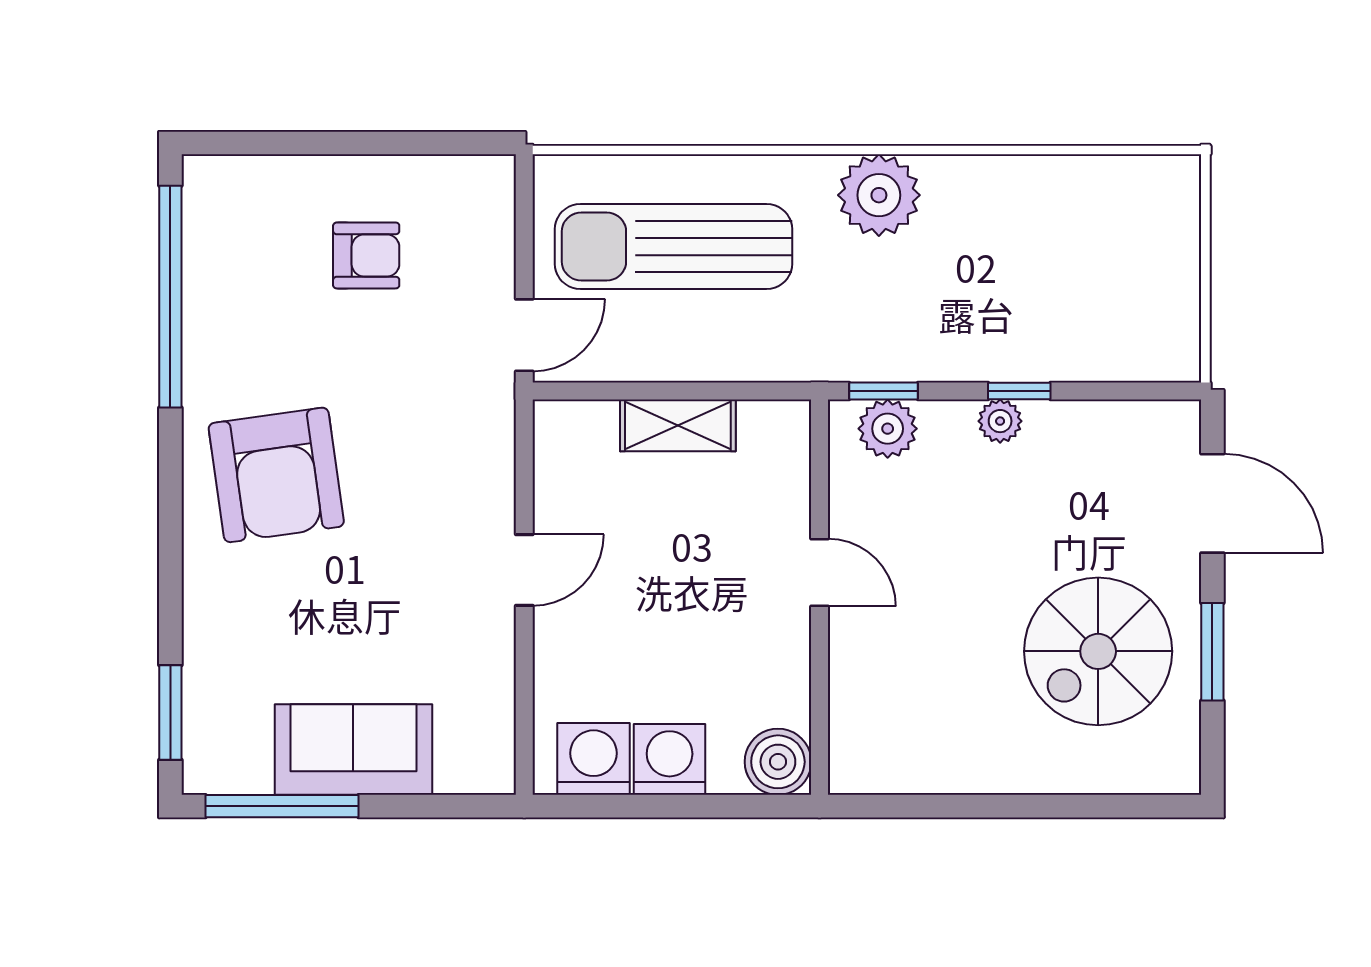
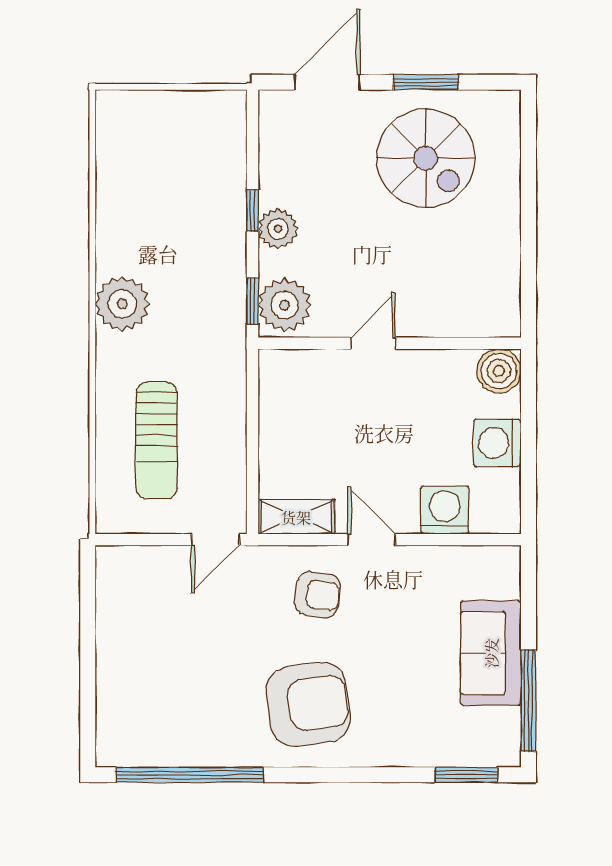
sun lounger: (673, 247) -> (156, 440), width x0.73, depth x0.75
armchair: (366, 255) -> (317, 595), moved, turned 97
door: (524, 335) -> (215, 540), swing flipped
plant: (1000, 421) -> (278, 229), width x1.38, depth x1.38
shelving: (678, 425) -> (296, 517), moved, turned 90
plant: (888, 429) -> (285, 305), width x1.36, depth x1.36
washing machine: (594, 759) -> (445, 510), moved, turned 90

